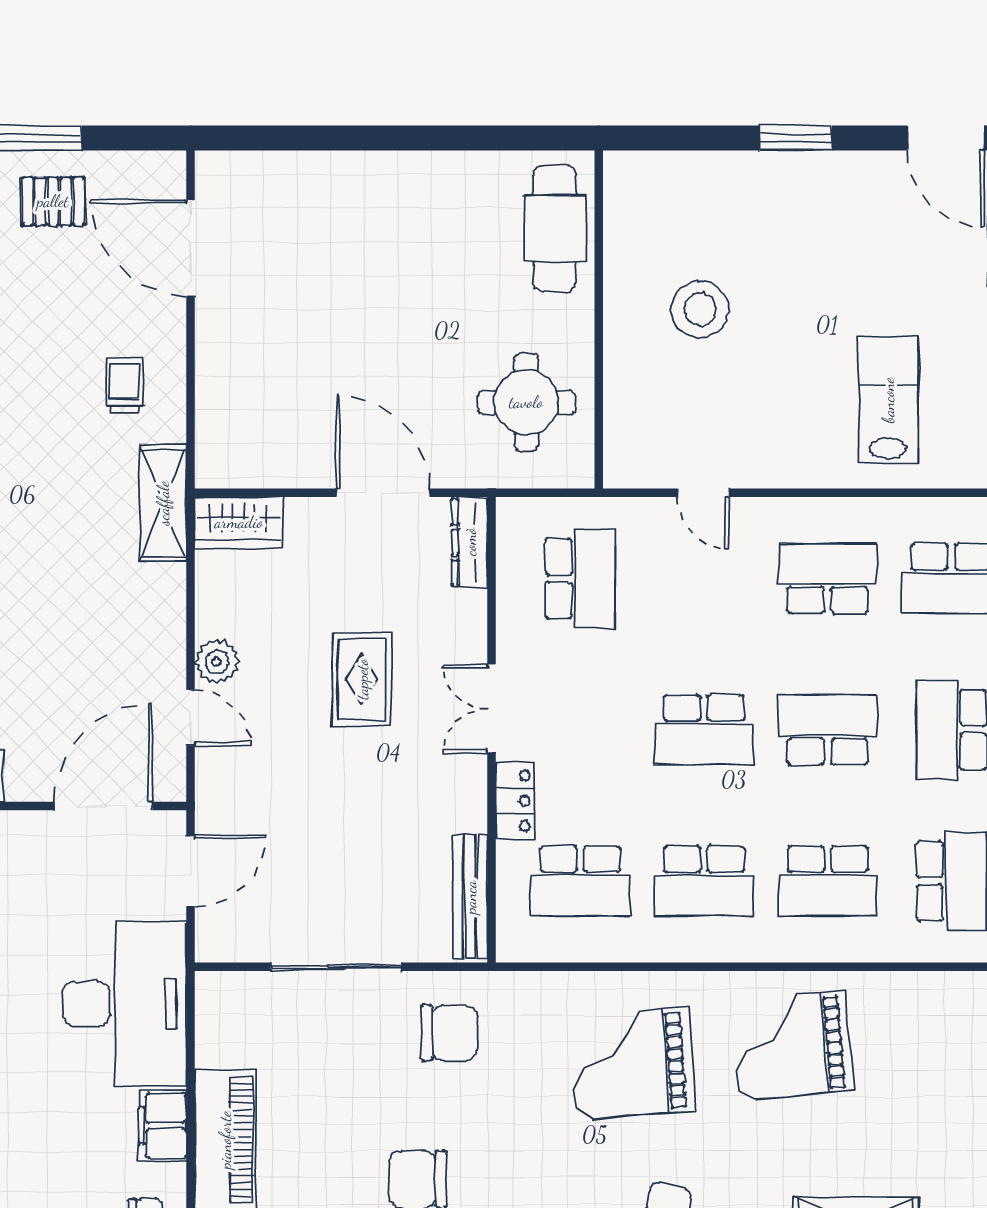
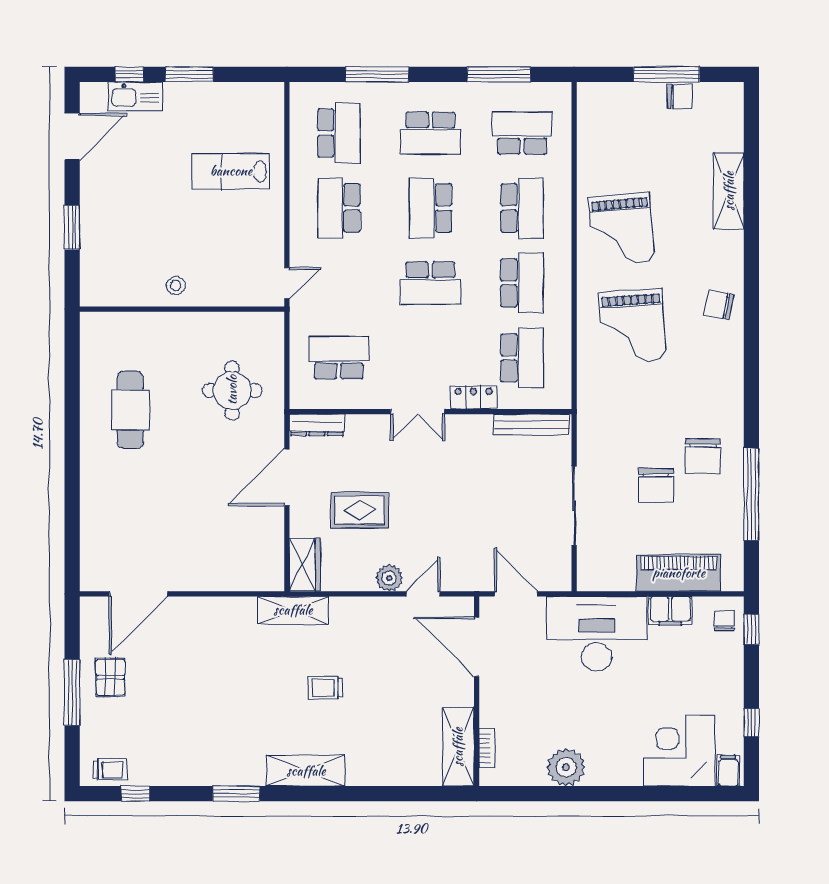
cafe table: (555, 229) -> (130, 410), moved, turned 90
stool: (700, 309) -> (176, 285), width x0.53, depth x0.53
wall: (599, 319) -> (182, 309), moved
trolley: (125, 386) -> (326, 688), moved
rug: (362, 679) -> (360, 510), moved
school desk: (704, 730) -> (430, 283), turned 90
chair: (449, 1033) -> (656, 485), moved, turned 180

